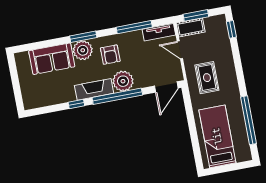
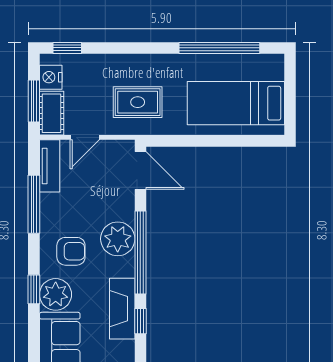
nightstand: (212, 23) -> (51, 77), added
window: (83, 37) -> (34, 289), width x0.67
fireplace: (94, 89) -> (122, 309), moved

